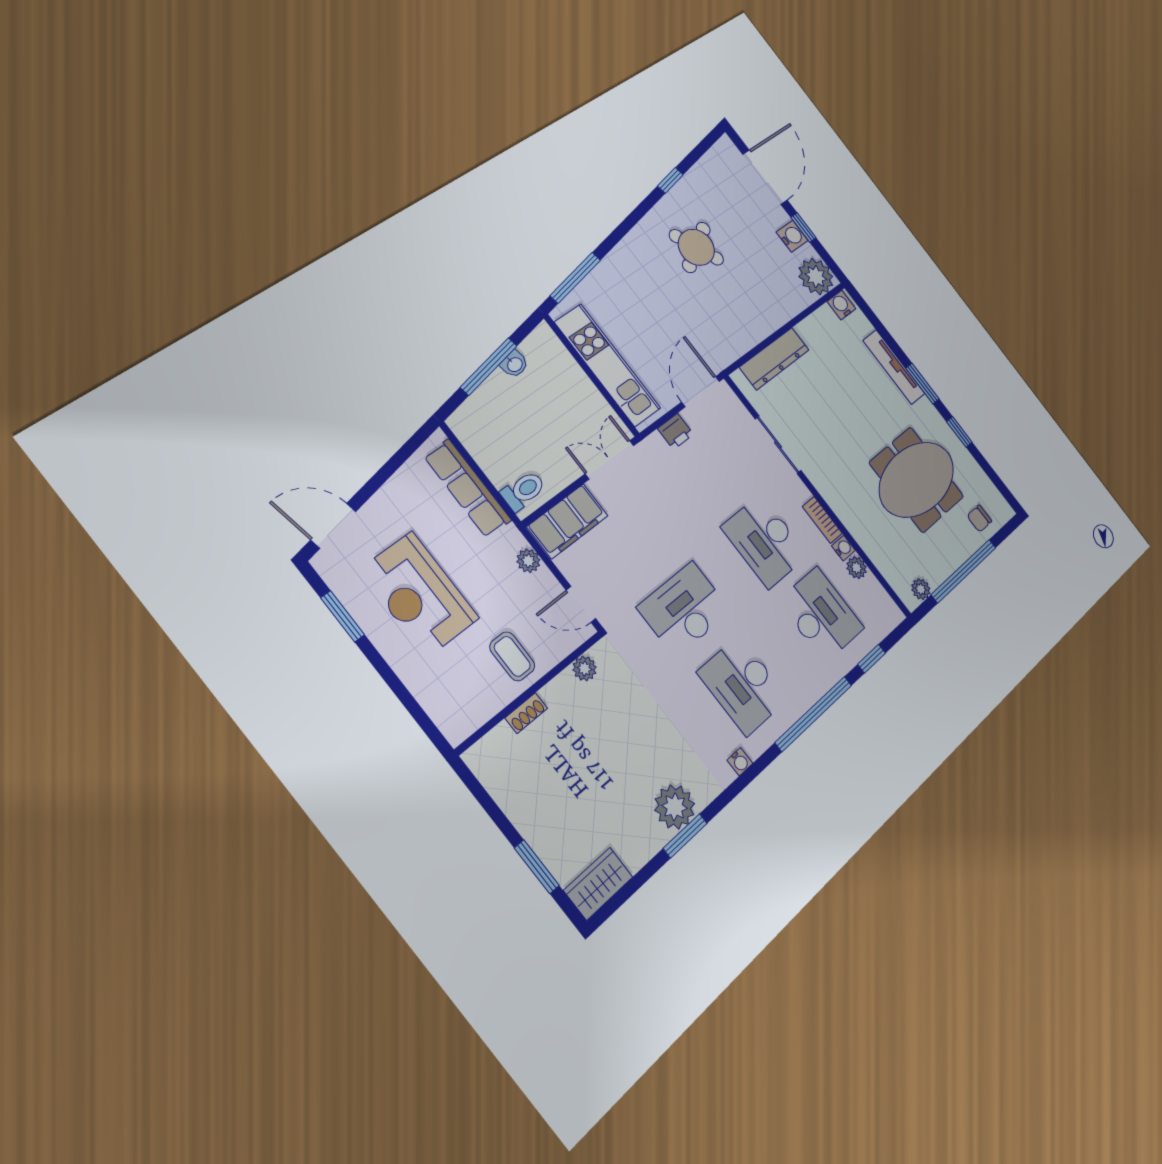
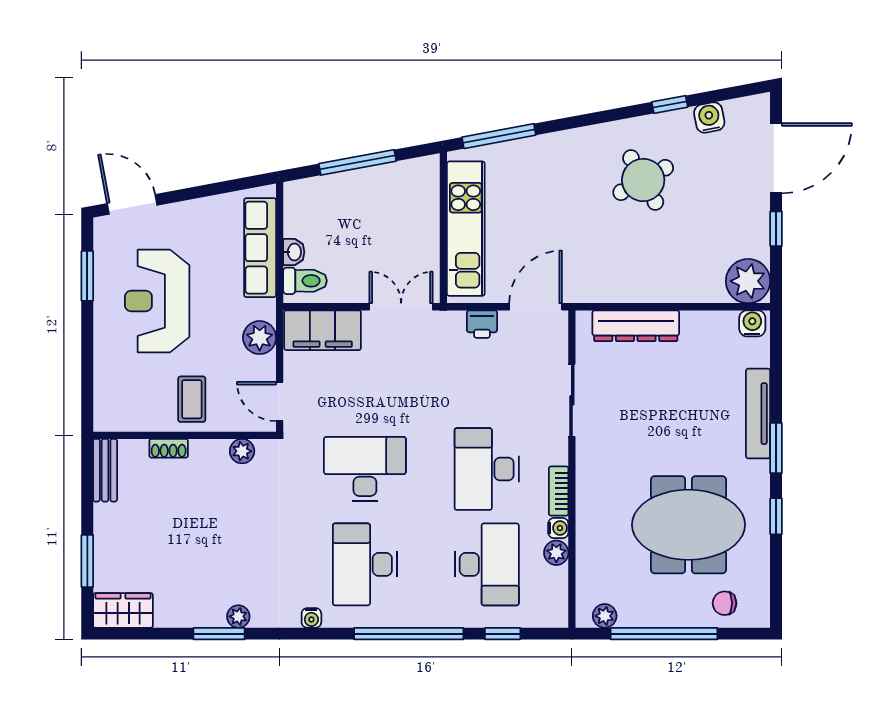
water cooler: (792, 236) -> (709, 118), moved, turned -101
washbasin: (514, 364) -> (294, 252), moved, turned -79
plant: (528, 561) -> (260, 338), width x1.38, depth x1.38
bench: (490, 775) -> (105, 470), added
plant: (675, 807) -> (238, 616), width x0.53, depth x0.53

